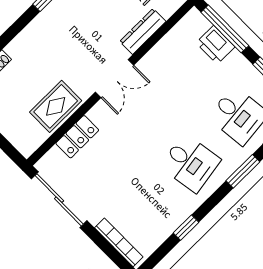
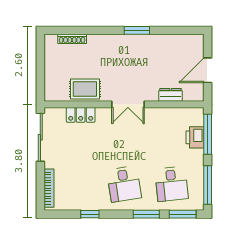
dresser: (143, 31) -> (171, 95), width x0.70

